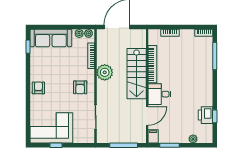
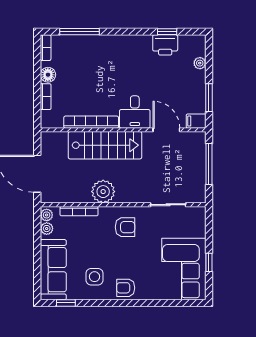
floor lamp: (185, 34) -> (48, 75), added
side table: (46, 66) -> (94, 277), added

